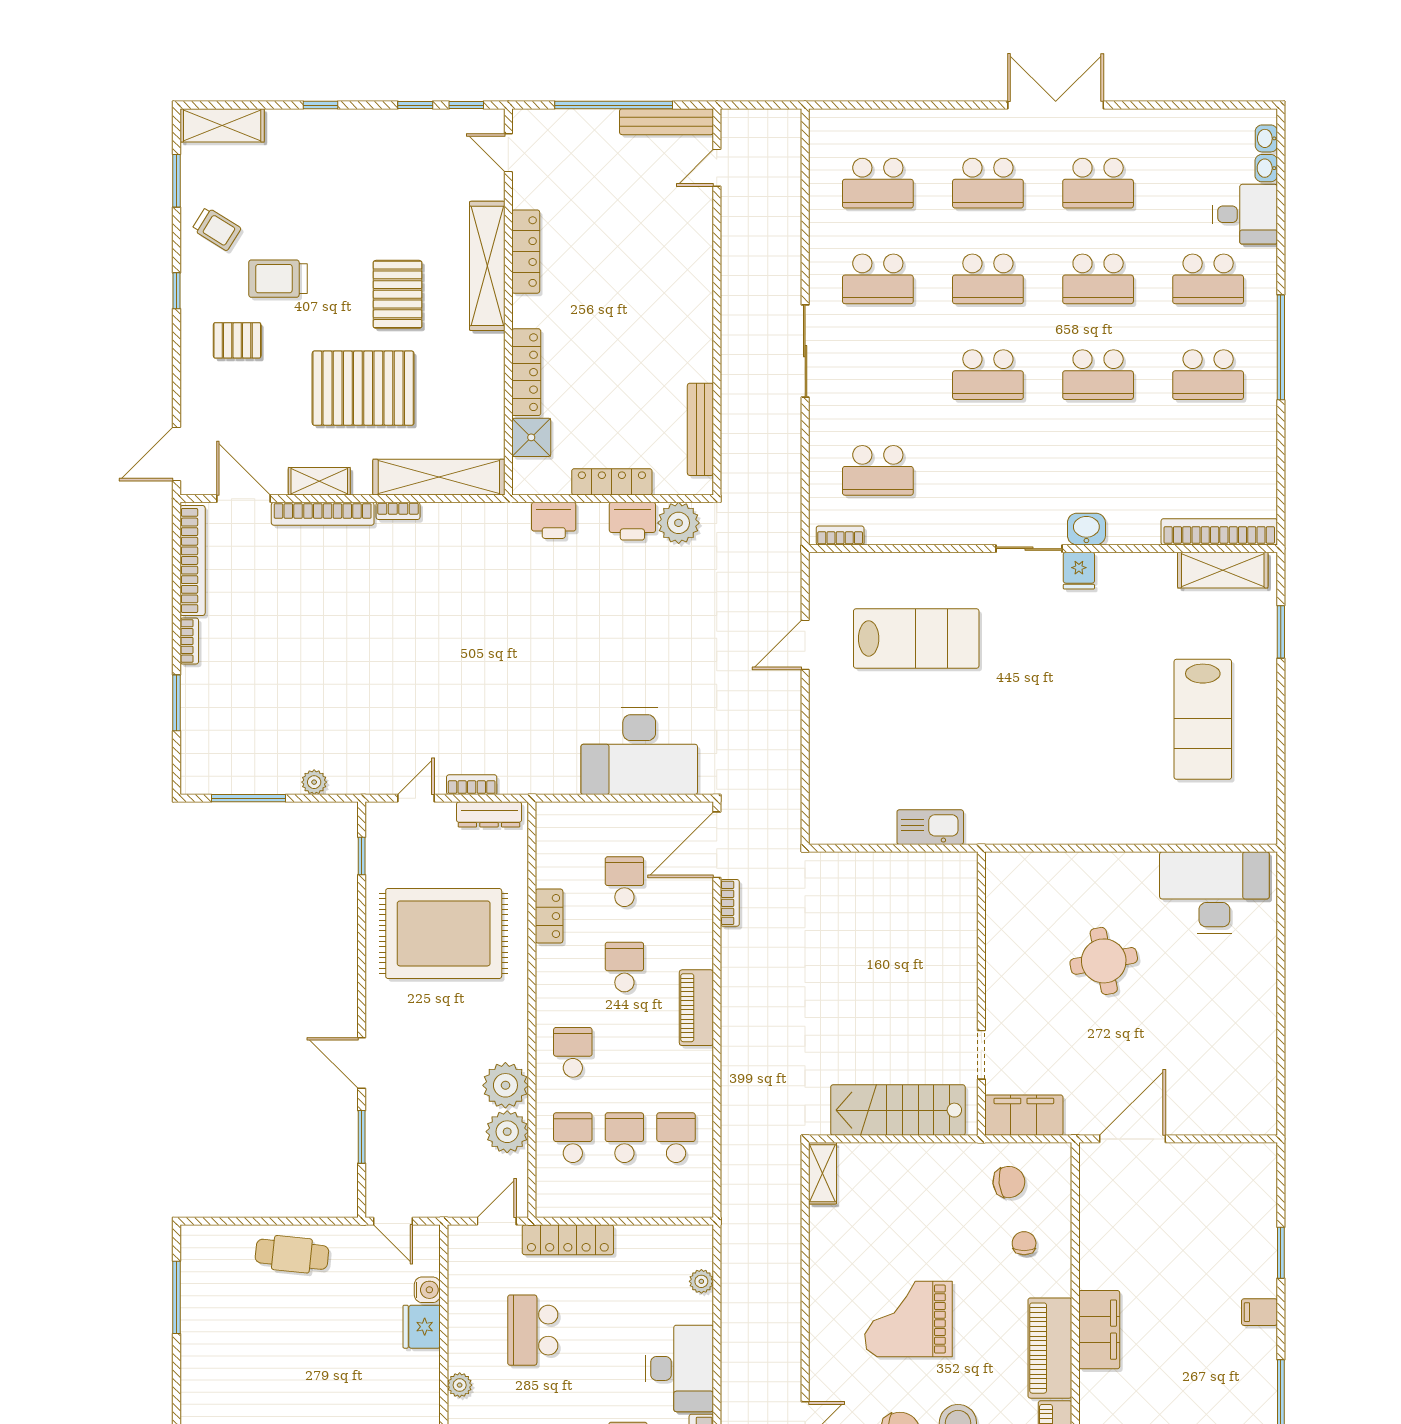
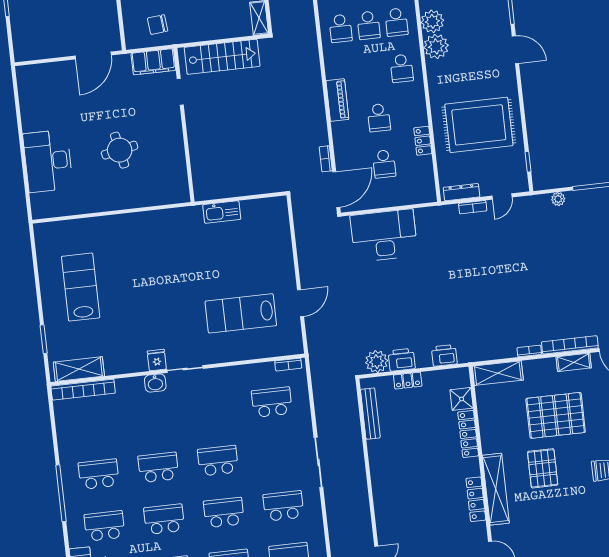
shelving: (439, 477) -> (498, 373), width x0.68
locker: (612, 482) -> (408, 381), width x0.66
desk: (1214, 893) -> (48, 161), moved, turned 90

